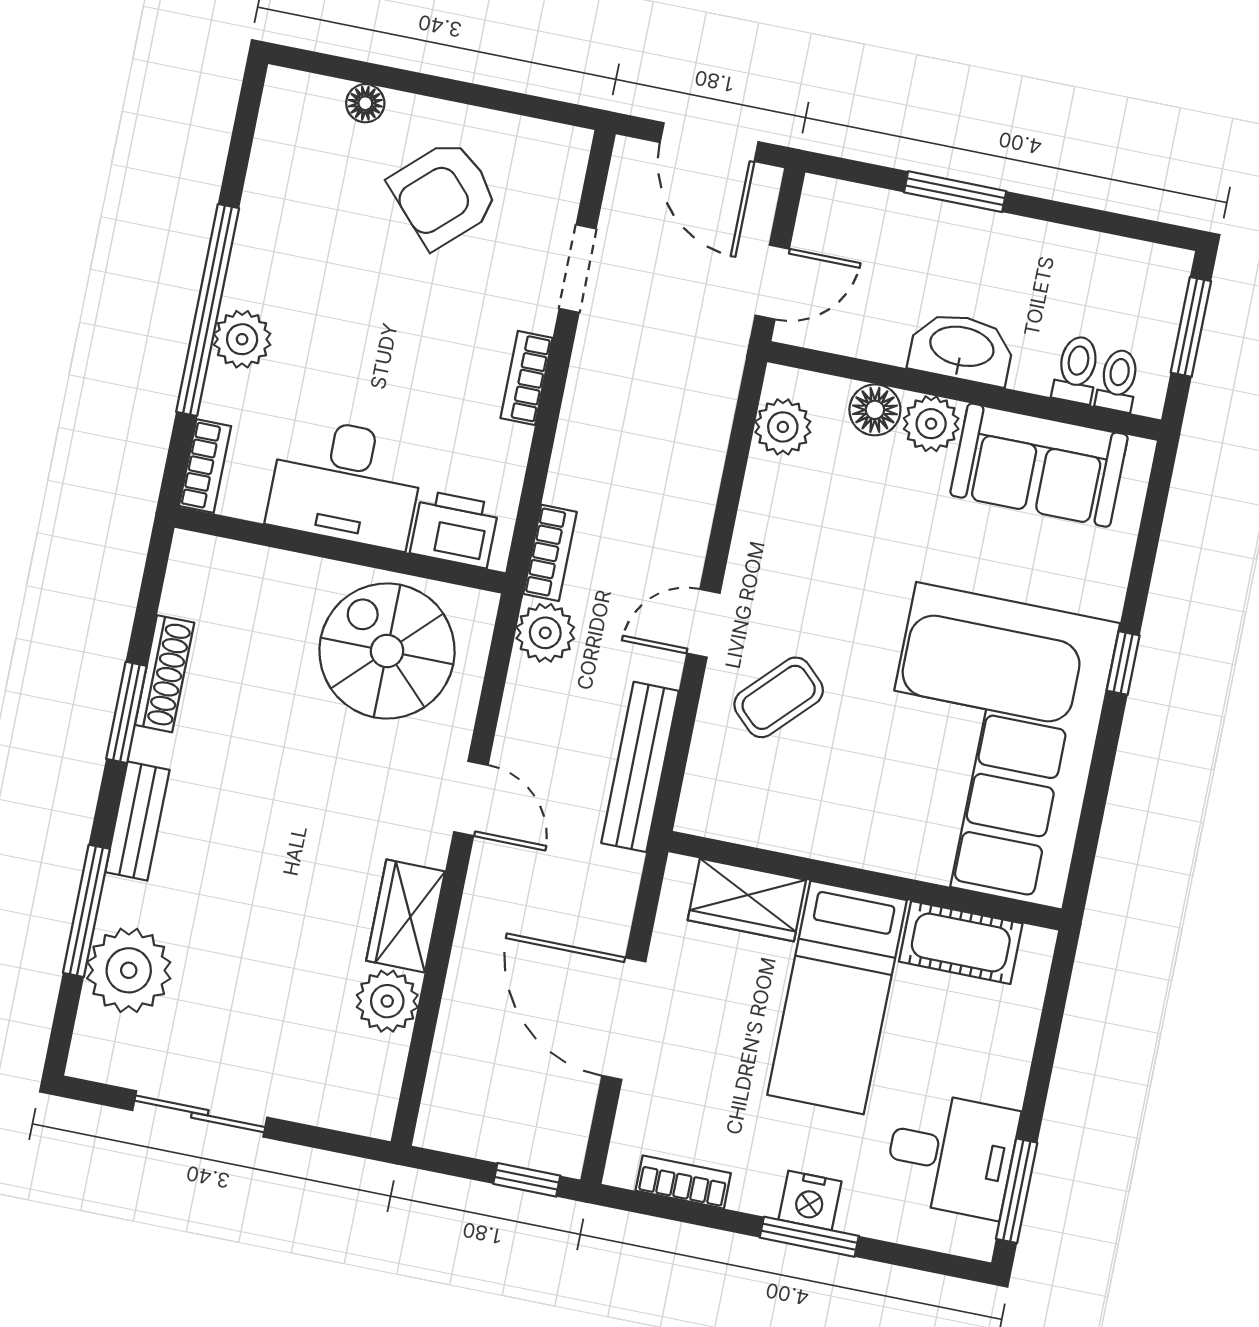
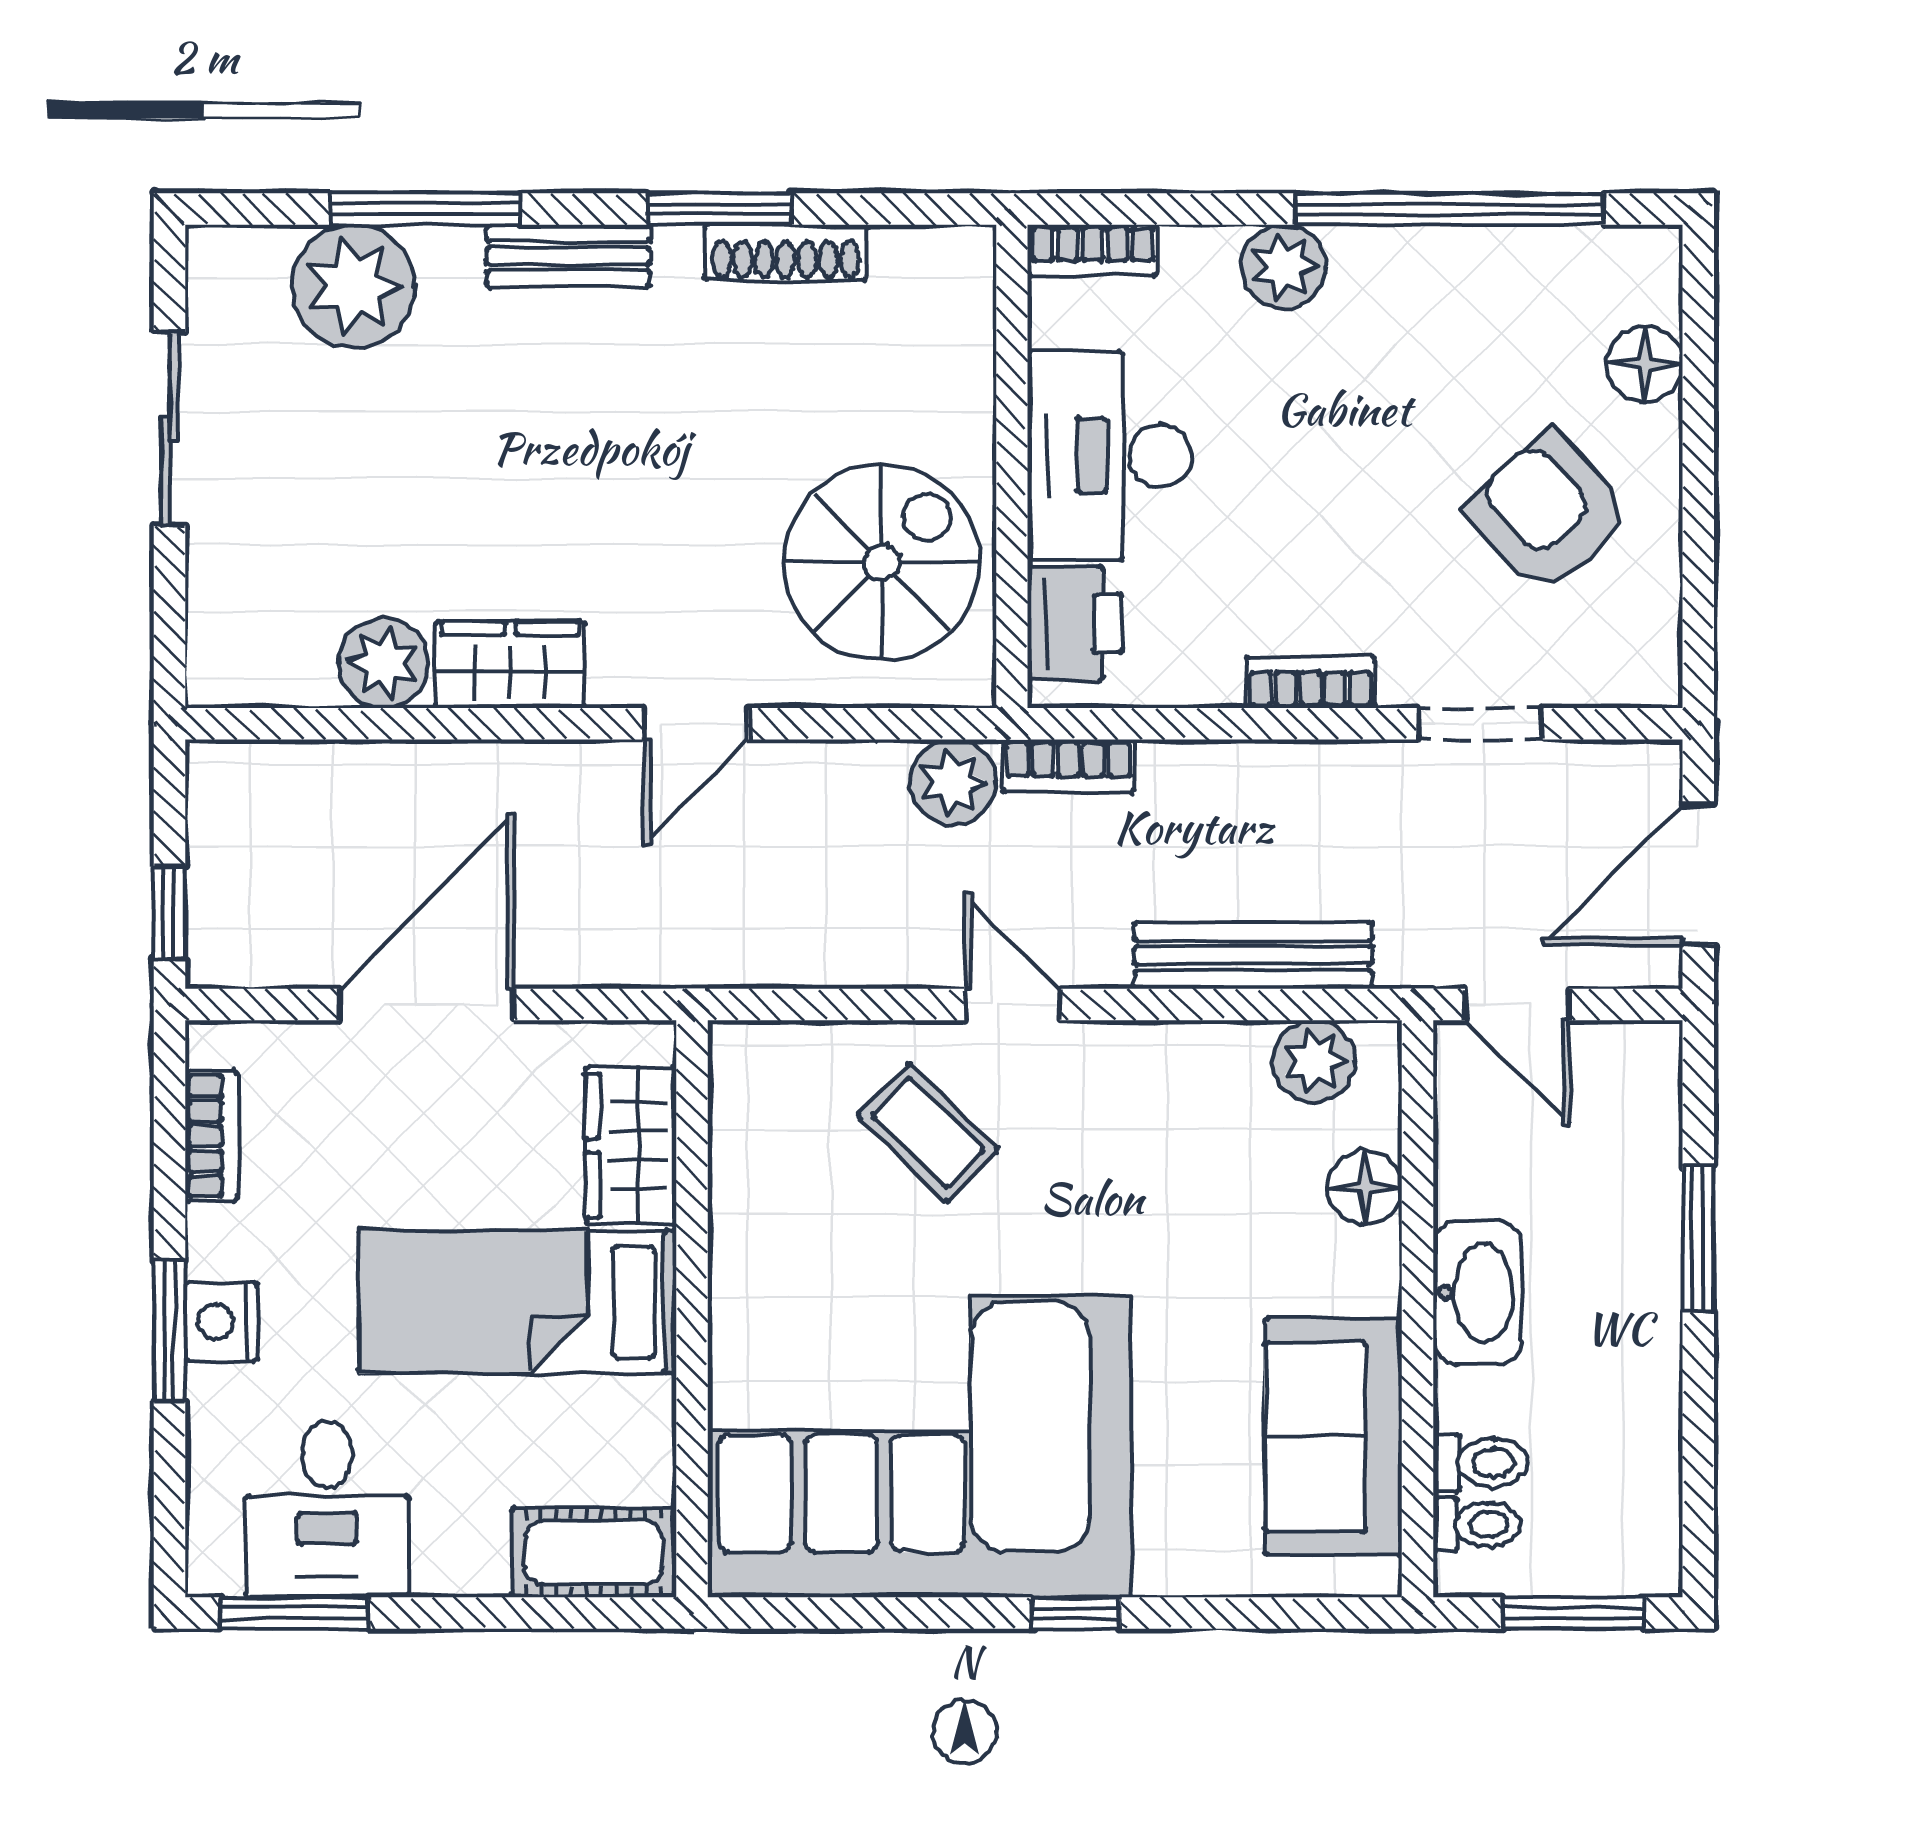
floor lamp: (365, 103) -> (1645, 364), width x1.37, depth x1.37
window: (208, 310) -> (1450, 209), moved
plant: (931, 424) -> (1361, 1271), removed
bench: (640, 767) -> (1253, 956), moved
cot: (961, 943) -> (594, 1552), moved, turned 90

